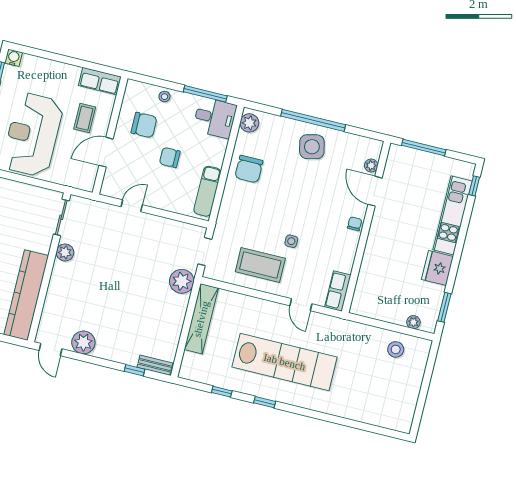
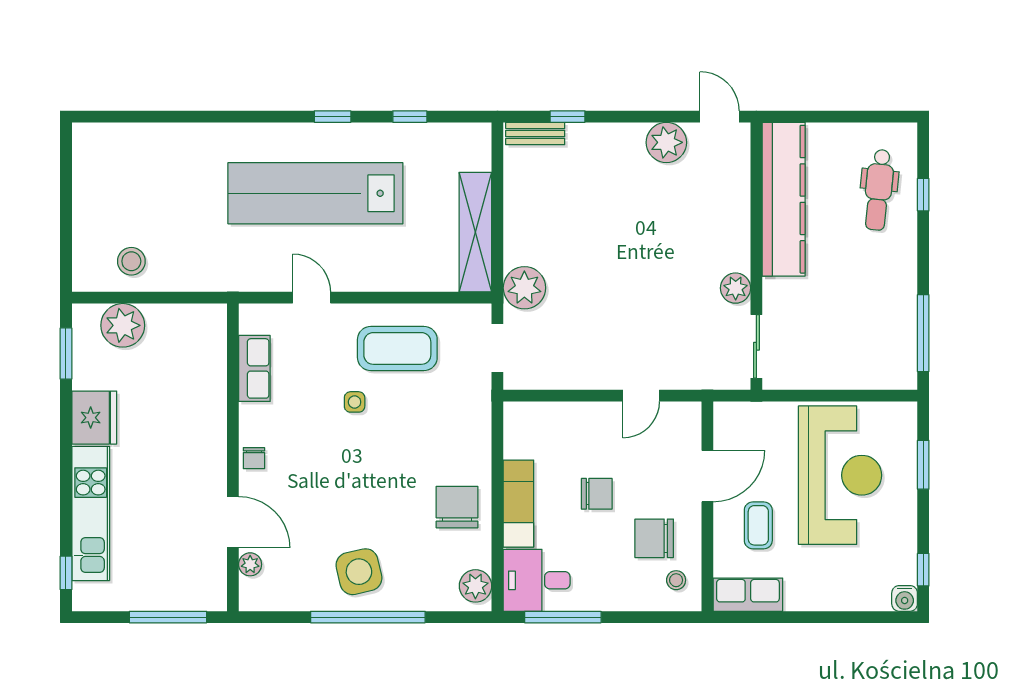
stool: (164, 97) -> (676, 580), moved
exam couch: (207, 191) -> (518, 504), moved
row of seats: (338, 291) -> (254, 368), moved
plant: (413, 322) -> (123, 325), width x1.88, depth x1.88

